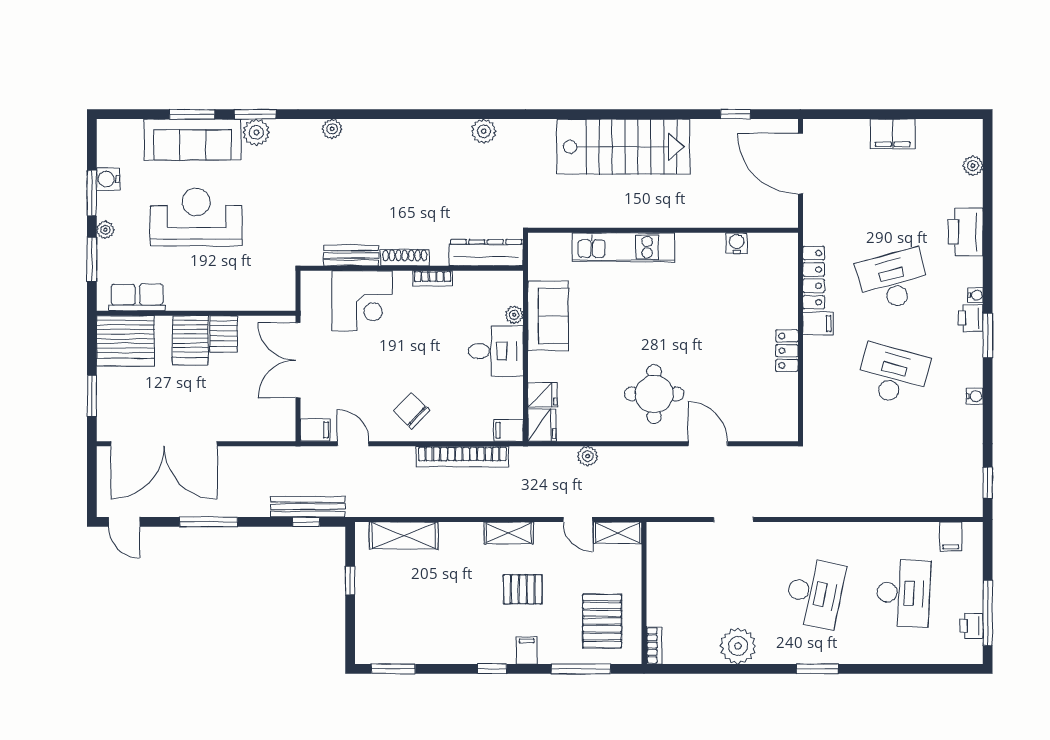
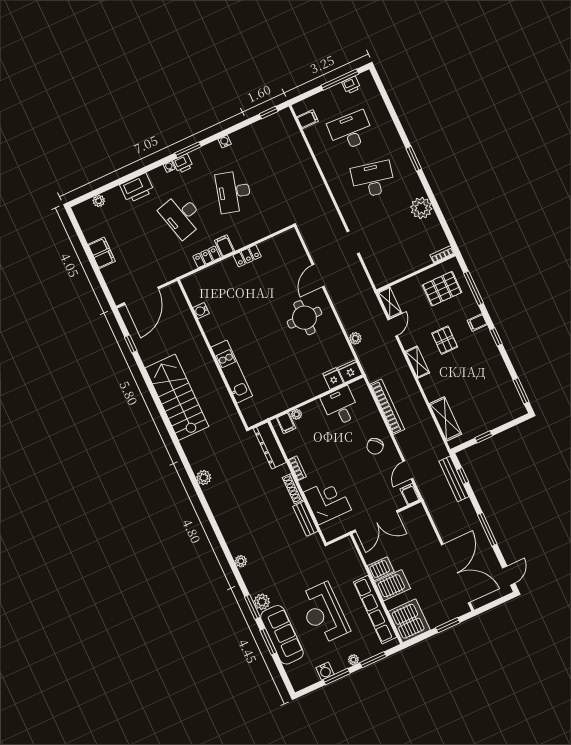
locker: (814, 278) -> (207, 257), width x0.66
row of seats: (137, 297) -> (375, 610), width x2.02
sofa: (548, 316) -> (289, 396), removed
desk: (496, 351) -> (340, 406), moved
filing cabinet: (508, 430) -> (286, 423), moved

